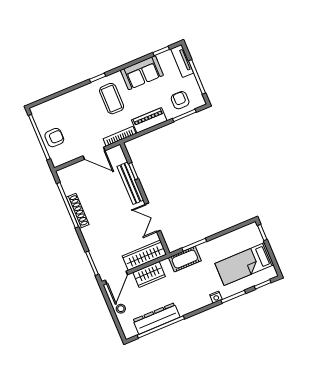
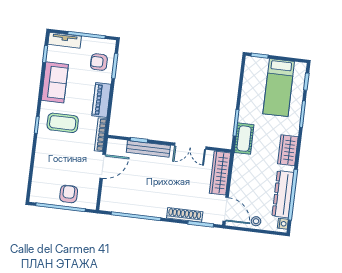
shoe rack: (78, 211) -> (185, 215), moved
wardrobe: (149, 274) -> (288, 150), moved, turned 180
nightstand: (216, 297) -> (283, 224), moved

